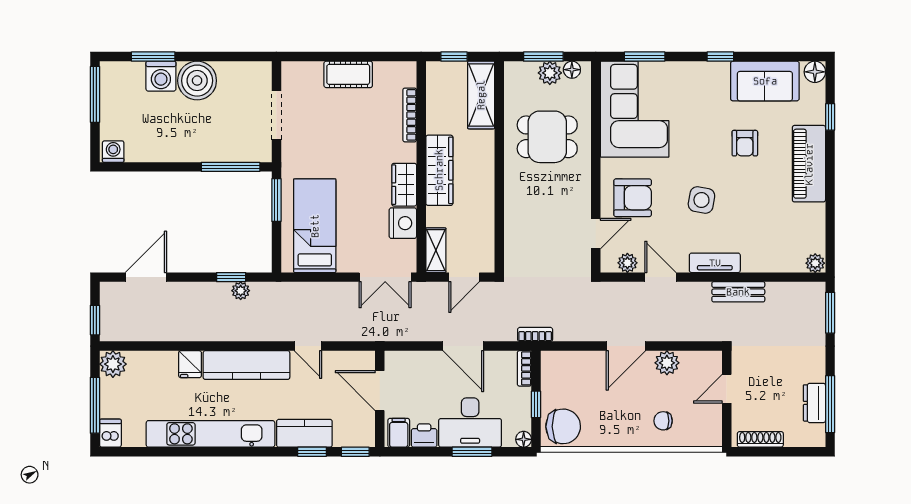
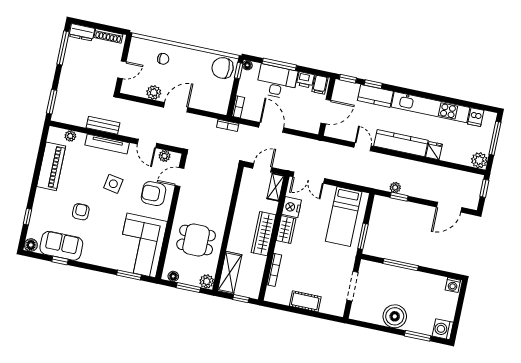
window: (720, 57) -> (60, 260), moved
plant: (550, 73) -> (207, 281), moved
washing machine: (161, 76) -> (443, 329), moved, turned -90
window: (95, 94) -> (456, 321), removed
piano: (809, 164) -> (51, 166), moved
window: (231, 167) -> (401, 265), moved
tv unit: (715, 263) -> (107, 144), width x1.41
plant: (815, 263) -> (70, 136), moved
double door: (385, 277) -> (309, 178), swing flipped
door: (380, 391) -> (326, 112), hinge flipped
dresser: (814, 403) -> (82, 32), moved, turned 90
window: (536, 404) -> (239, 71), moved
dishwasher: (110, 433) -> (476, 117), moved
window: (472, 452) -> (279, 64), width x1.44

